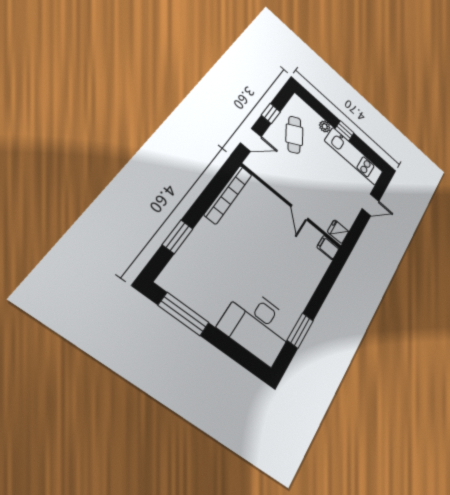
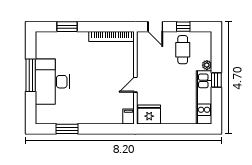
cafe table: (294, 135) -> (183, 50), turned -59
door: (371, 205) -> (180, 129), removed
fridge: (338, 232) -> (149, 115), width x1.88, depth x1.34
window: (184, 314) -> (31, 75), moved
desk: (258, 325) -> (52, 82), moved

